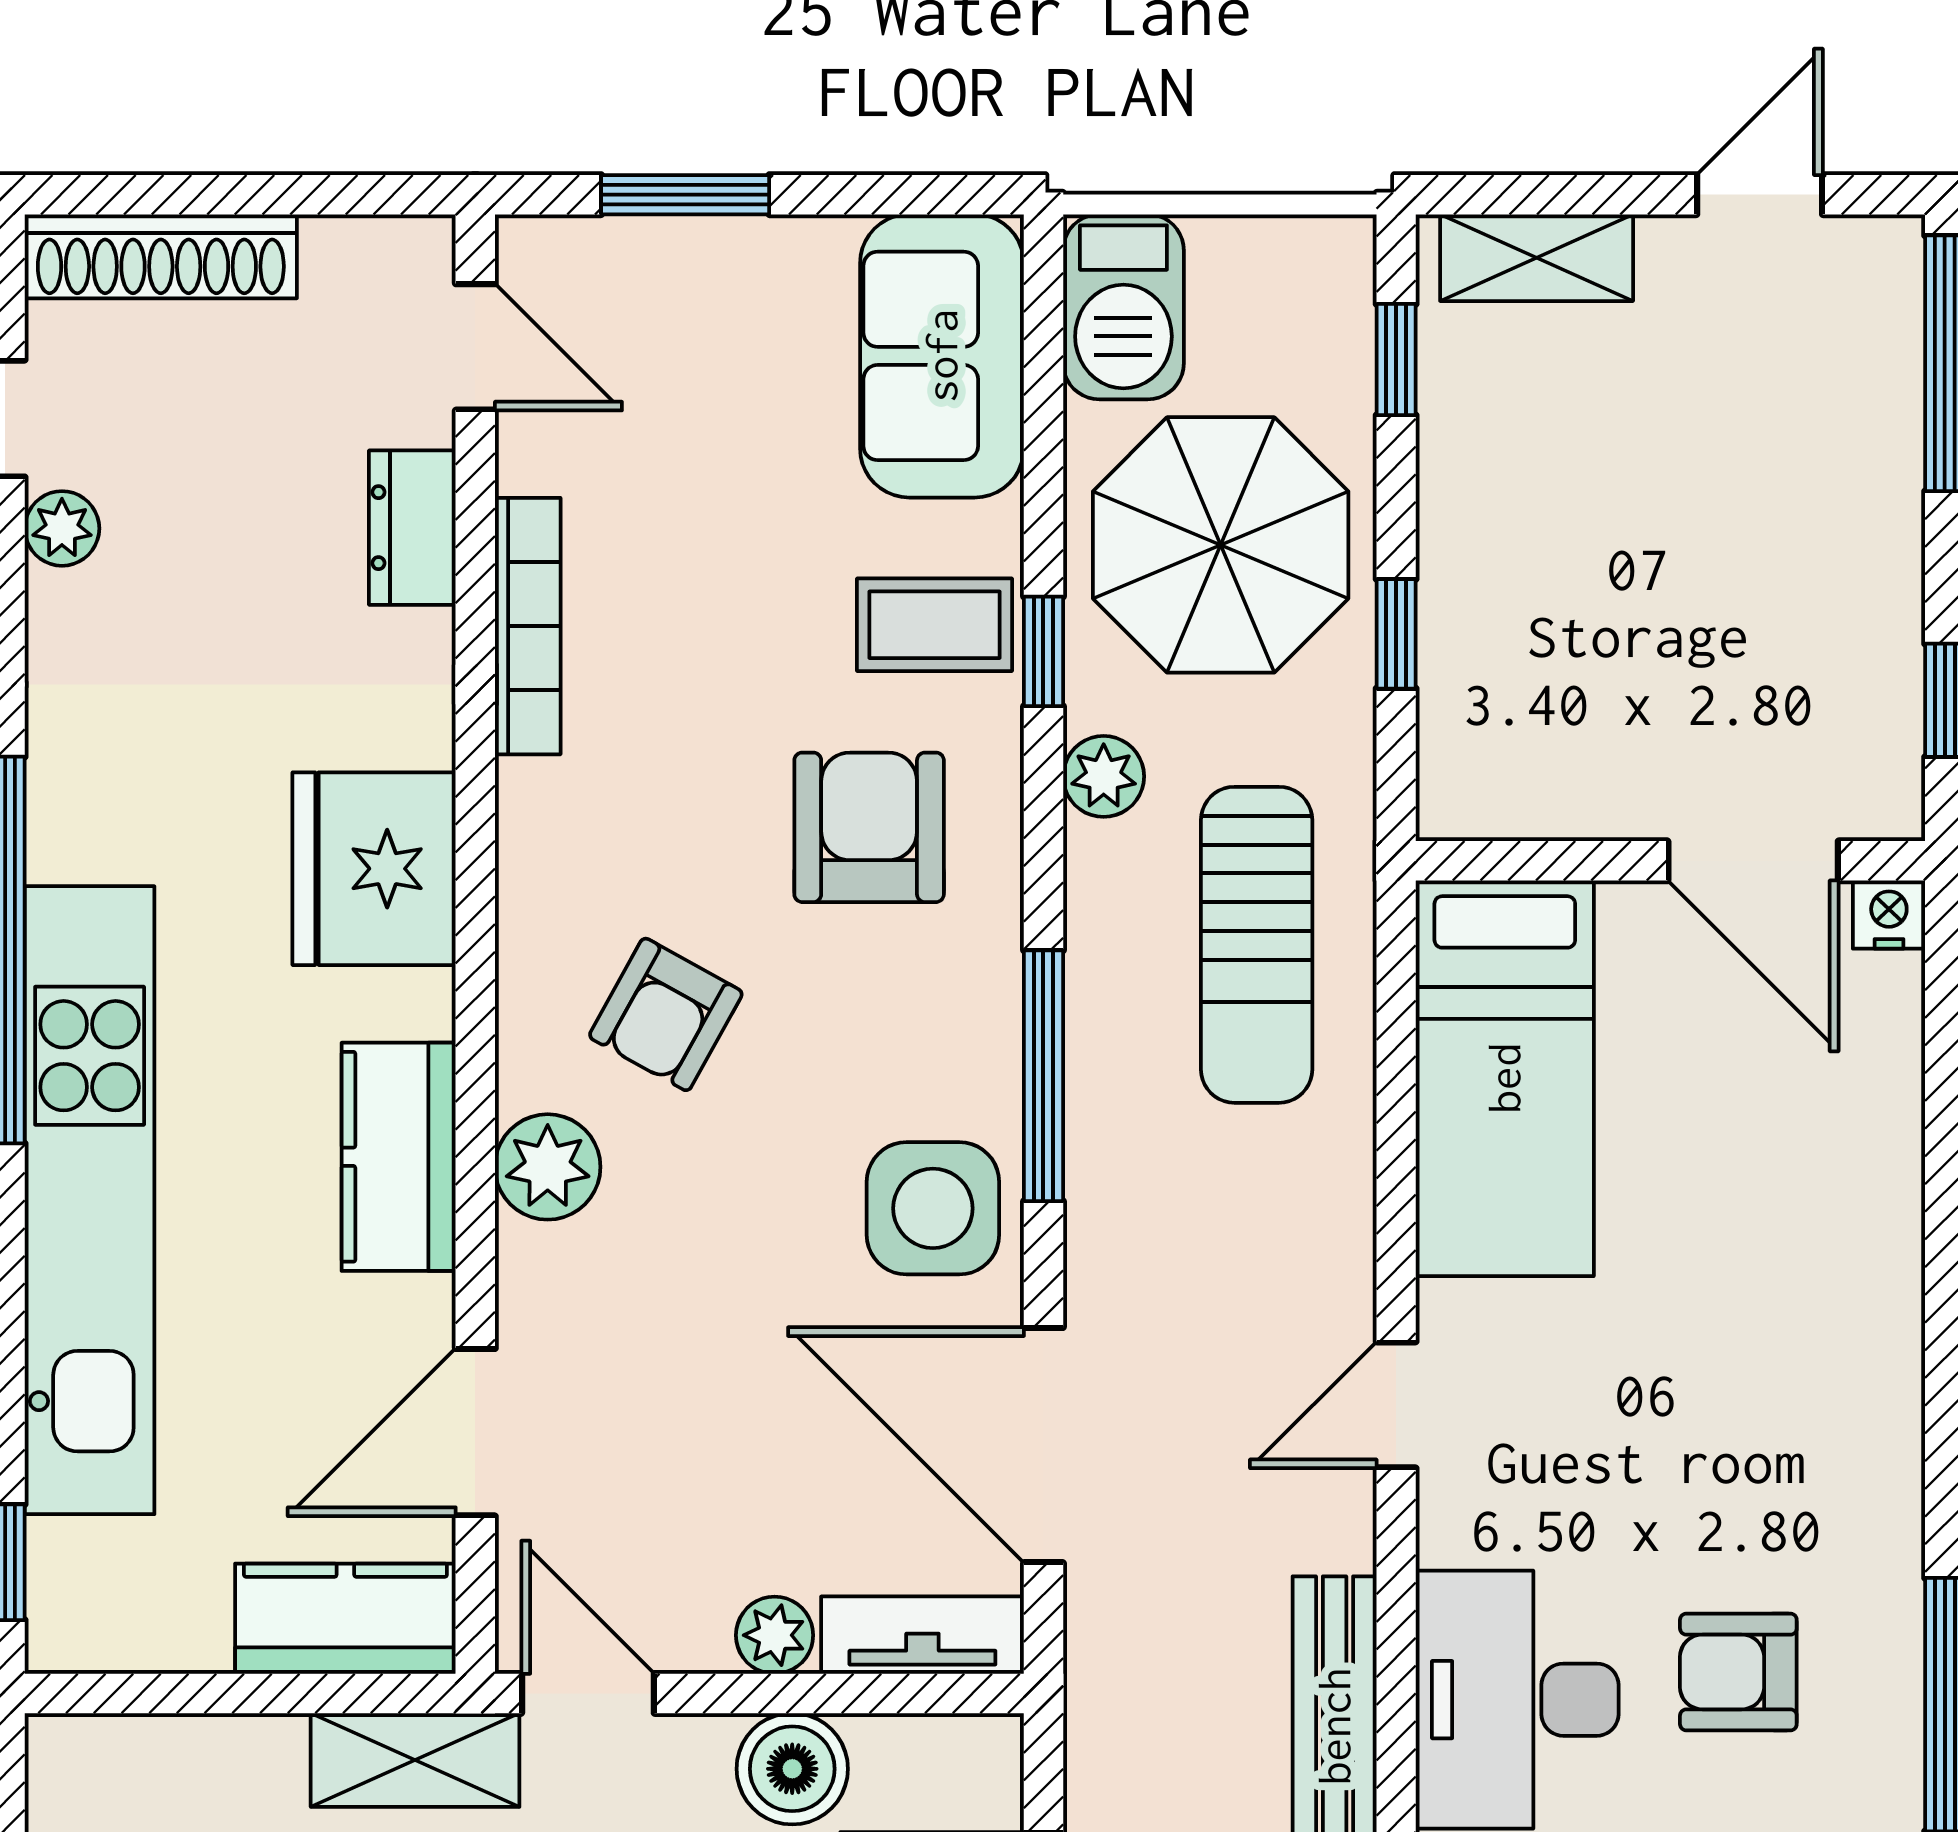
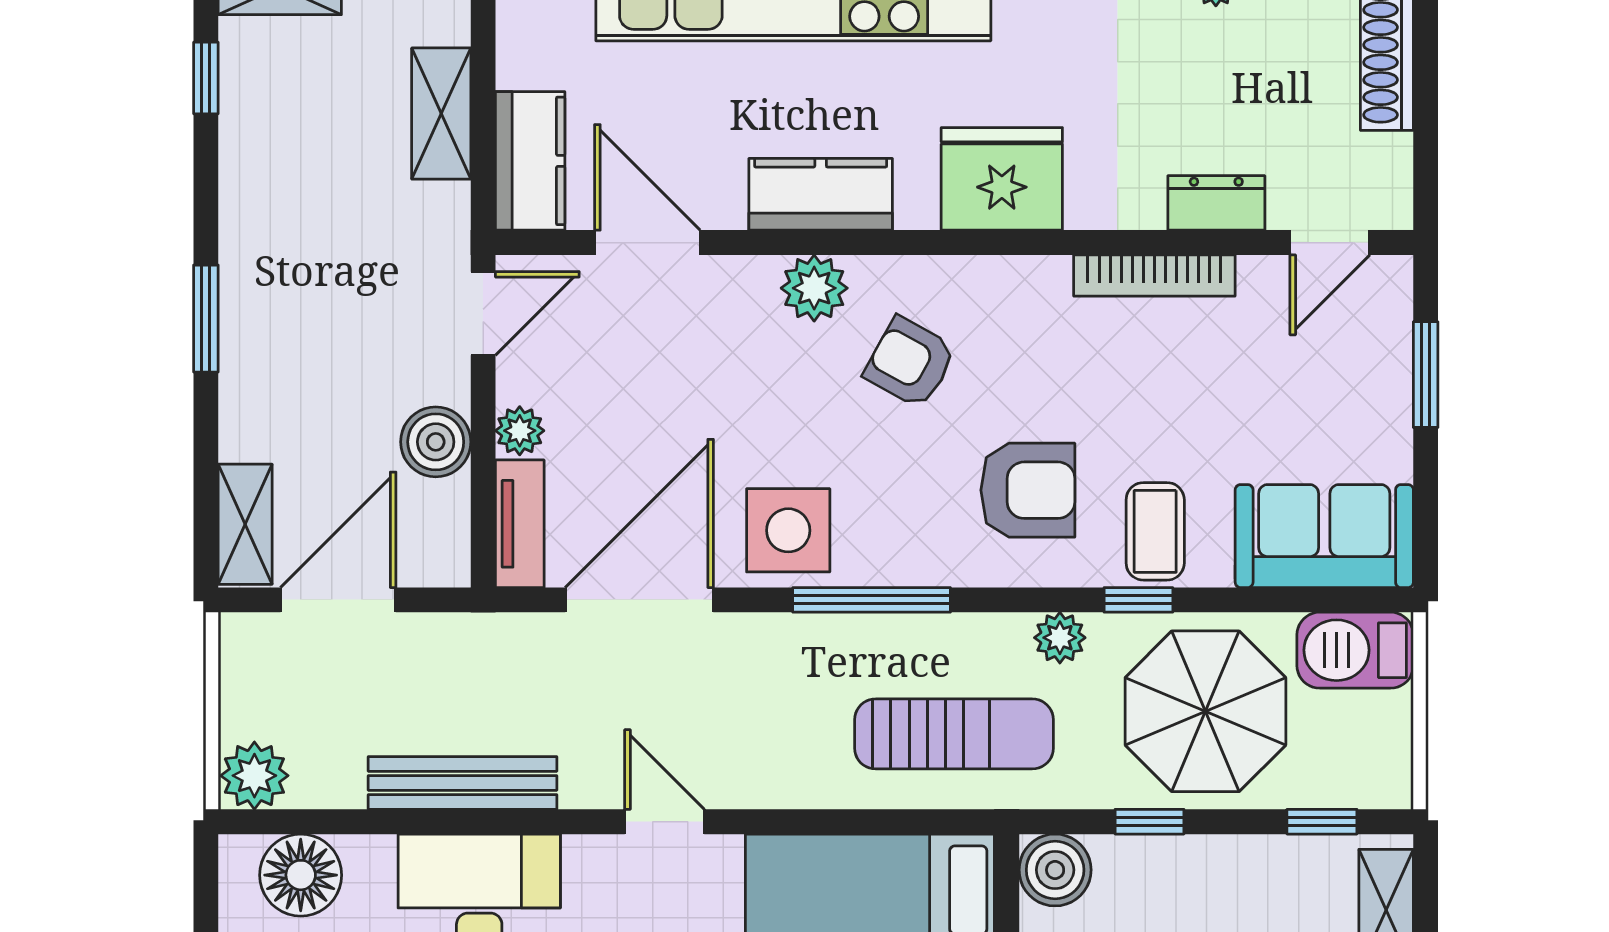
boiler: (1473, 784) -> (1055, 870), added
sun lounger: (1257, 945) -> (954, 734), turned 180
shelving: (415, 1760) -> (441, 114), moved

